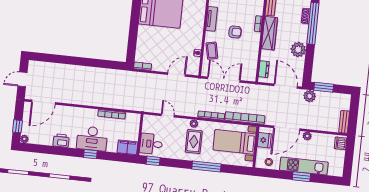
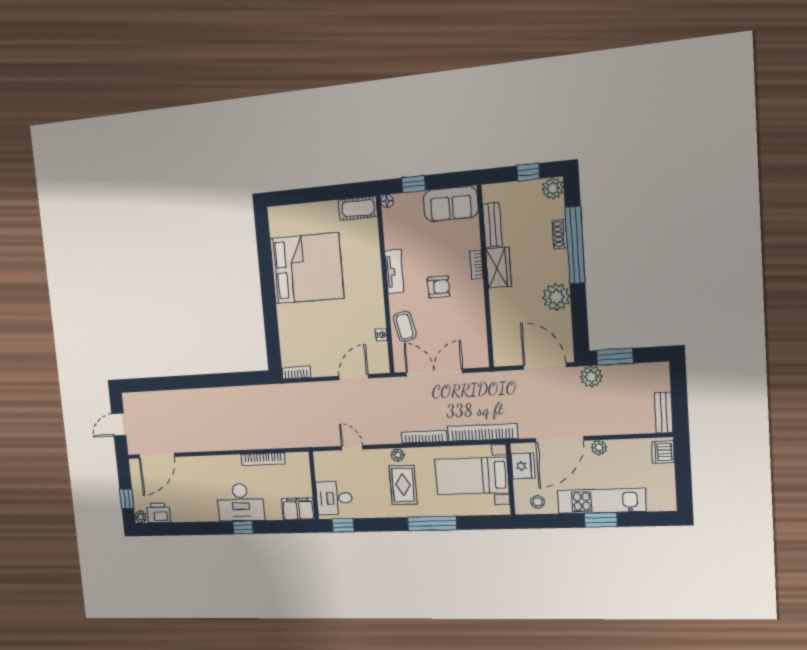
wardrobe: (269, 33) -> (499, 268), width x0.67
dresser: (264, 69) -> (501, 343), removed
printer: (61, 141) -> (158, 513), moved

